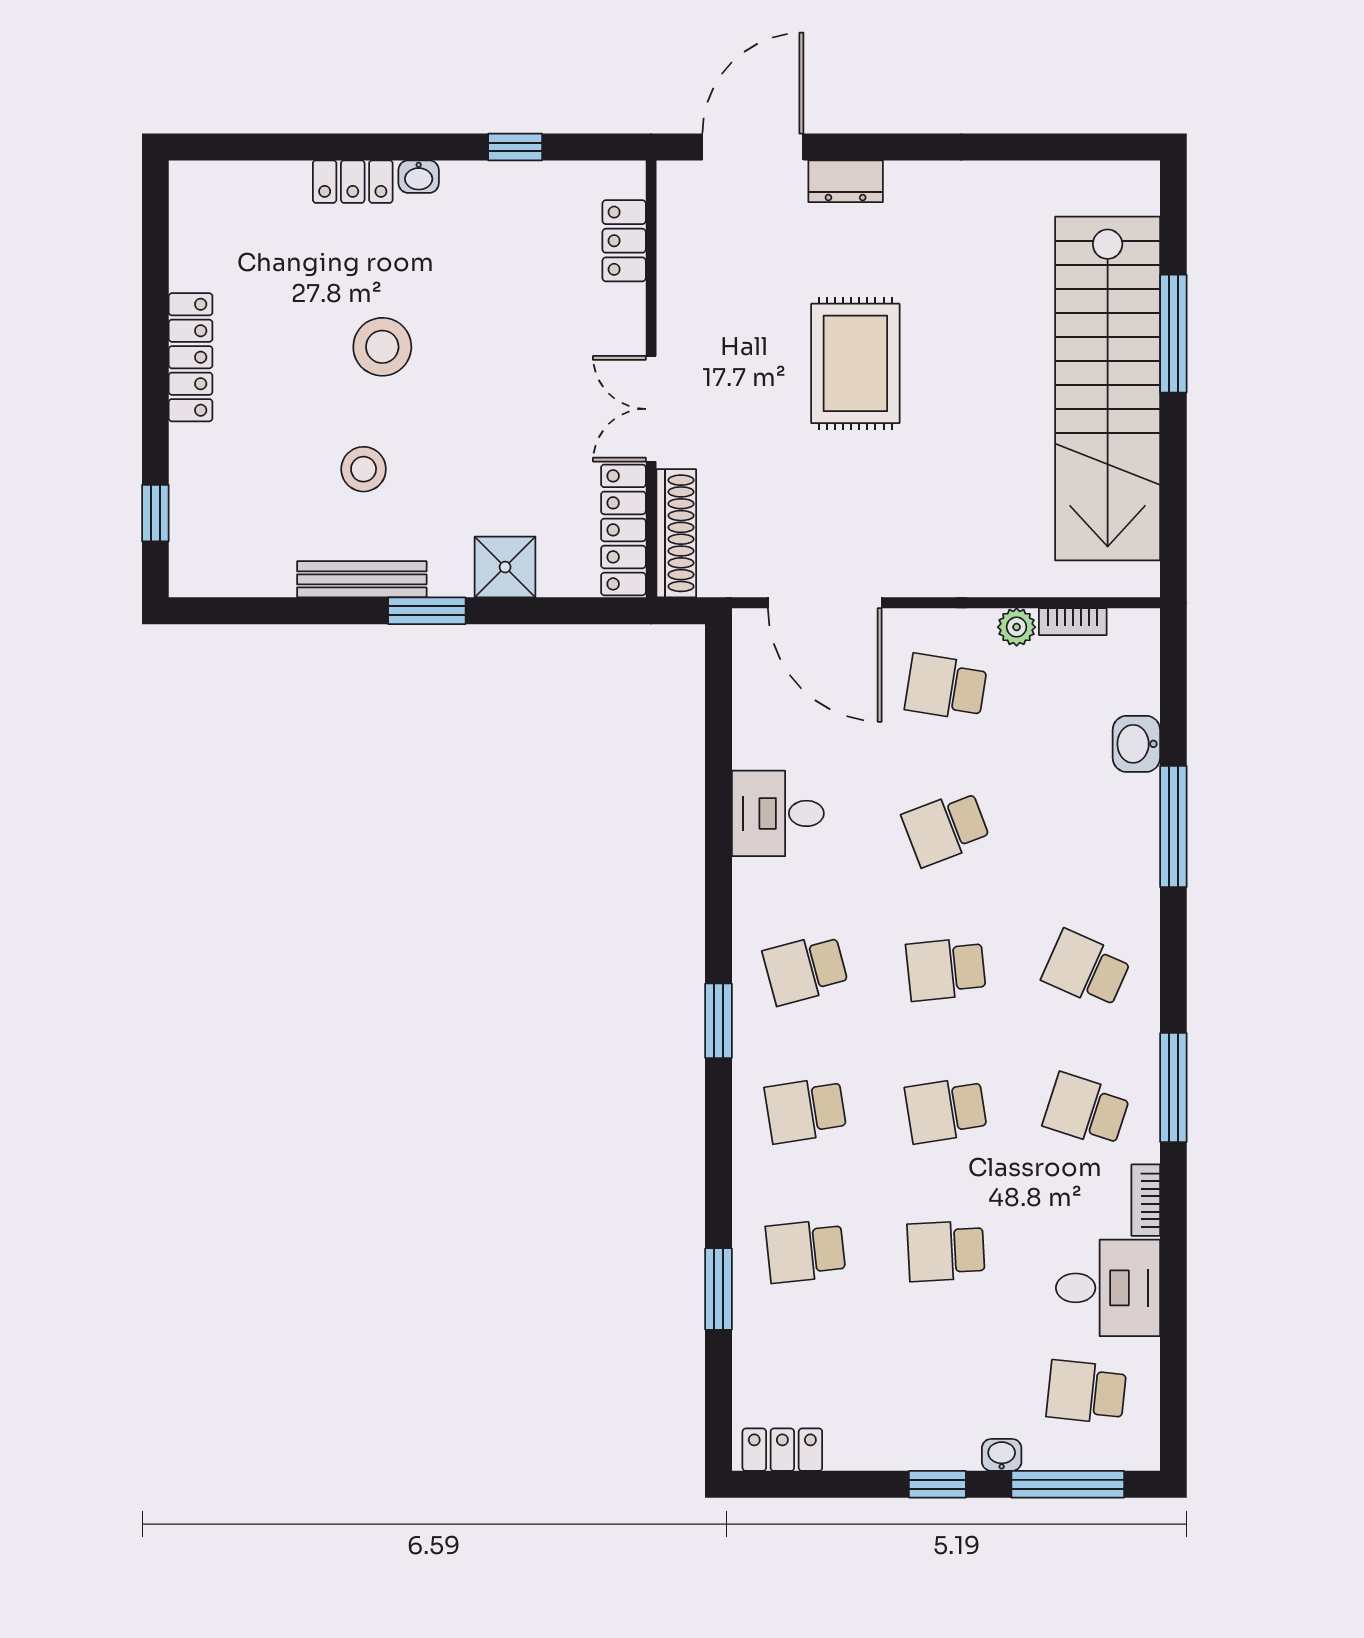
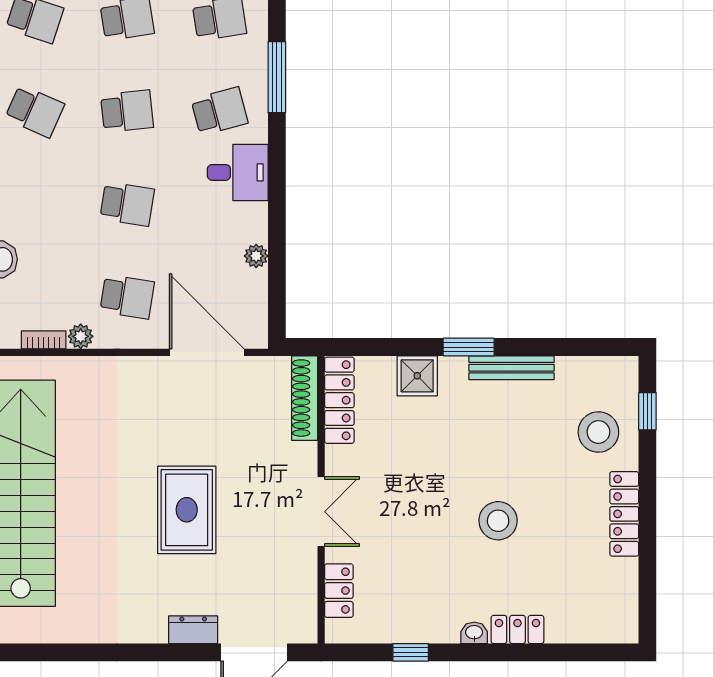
double door: (651, 409) -> (321, 512), moved
stool: (364, 469) -> (598, 432), moved, width x1.38, depth x1.38
plant: (750, 749) -> (256, 256), added
desk: (778, 813) -> (238, 172), moved
school desk: (946, 828) -> (127, 204), turned 30
window: (718, 1021) -> (277, 77), width x1.44

